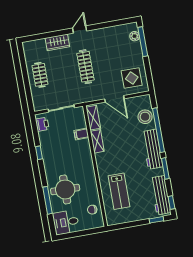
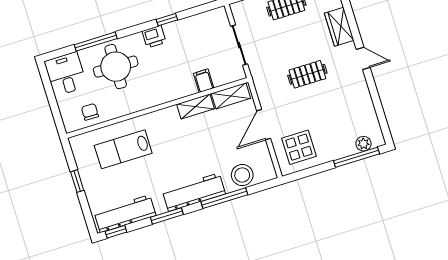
clothes rail: (85, 67) -> (307, 74), width x0.73
printer: (42, 124) -> (154, 37), moved
window: (159, 130) -> (224, 198), width x0.68
window: (156, 220) -> (77, 181), moved

